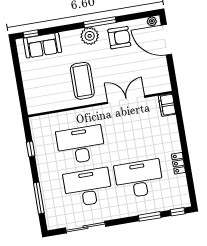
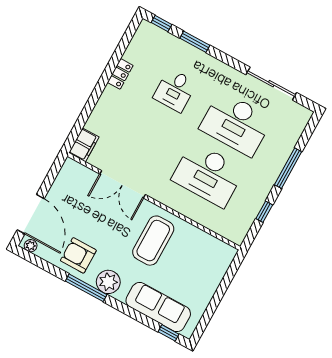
sofa: (42, 45) -> (158, 307), width x1.36
desk: (139, 179) -> (175, 90), width x0.53, depth x0.77
window: (39, 198) -> (288, 168), moved

